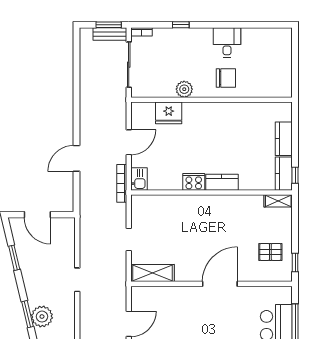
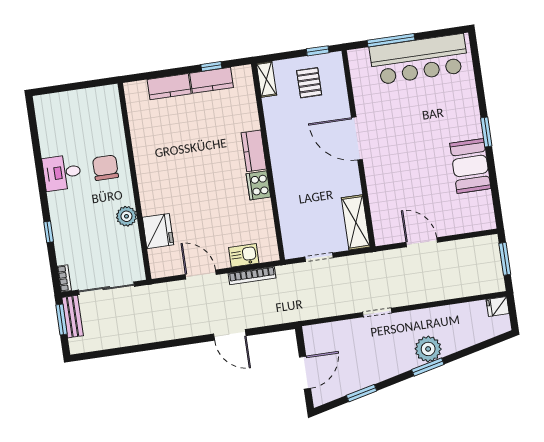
cooker: (194, 182) -> (258, 185), moved
kitchen counter: (222, 182) -> (254, 151), moved
wall: (211, 192) -> (268, 162), moved
shelving: (278, 201) -> (266, 79), moved

